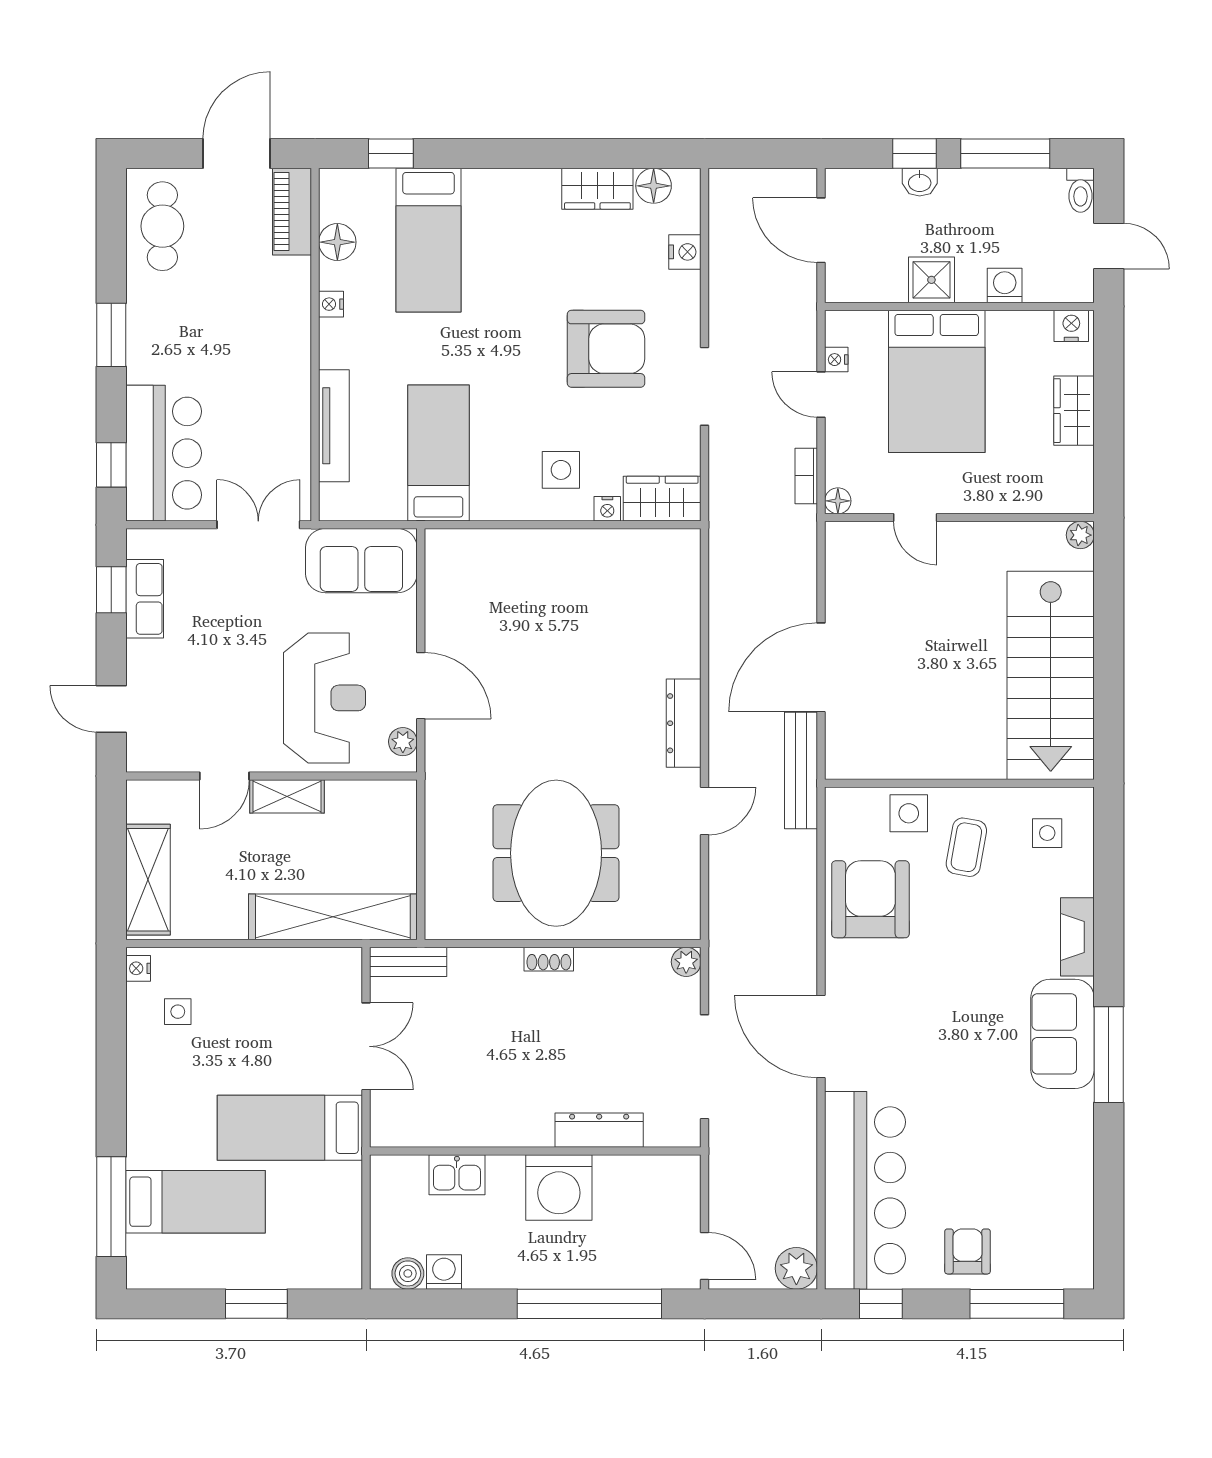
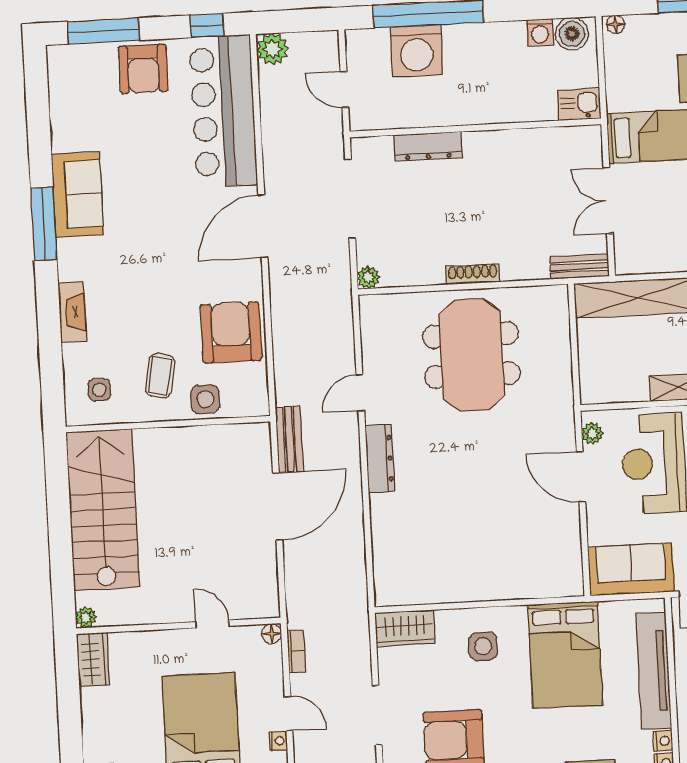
wardrobe: (1074, 411) -> (93, 660), moved
tv unit: (334, 426) -> (654, 671), width x1.36, depth x1.29
bed: (438, 453) -> (565, 655), width x1.50
nightstand: (607, 509) -> (663, 741), moved, turned 90
bench: (801, 771) -> (289, 439), width x0.73
armchair: (870, 899) -> (231, 332), turned 180
shoe rack: (549, 959) -> (473, 274), width x1.43
sofa: (1062, 1034) -> (77, 194), moved
door: (821, 1036) -> (263, 226), swing flipped
kitchen sink: (457, 1175) -> (579, 104), moved
washing machine: (559, 1188) -> (417, 51), moved, turned 180
armchair: (967, 1251) -> (143, 69), width x1.38, depth x1.38
door: (705, 1256) -> (344, 89), moved
boiler: (408, 1273) -> (572, 34), width x1.36, depth x1.36
floor lamp: (344, 1277) -> (616, 24), added

